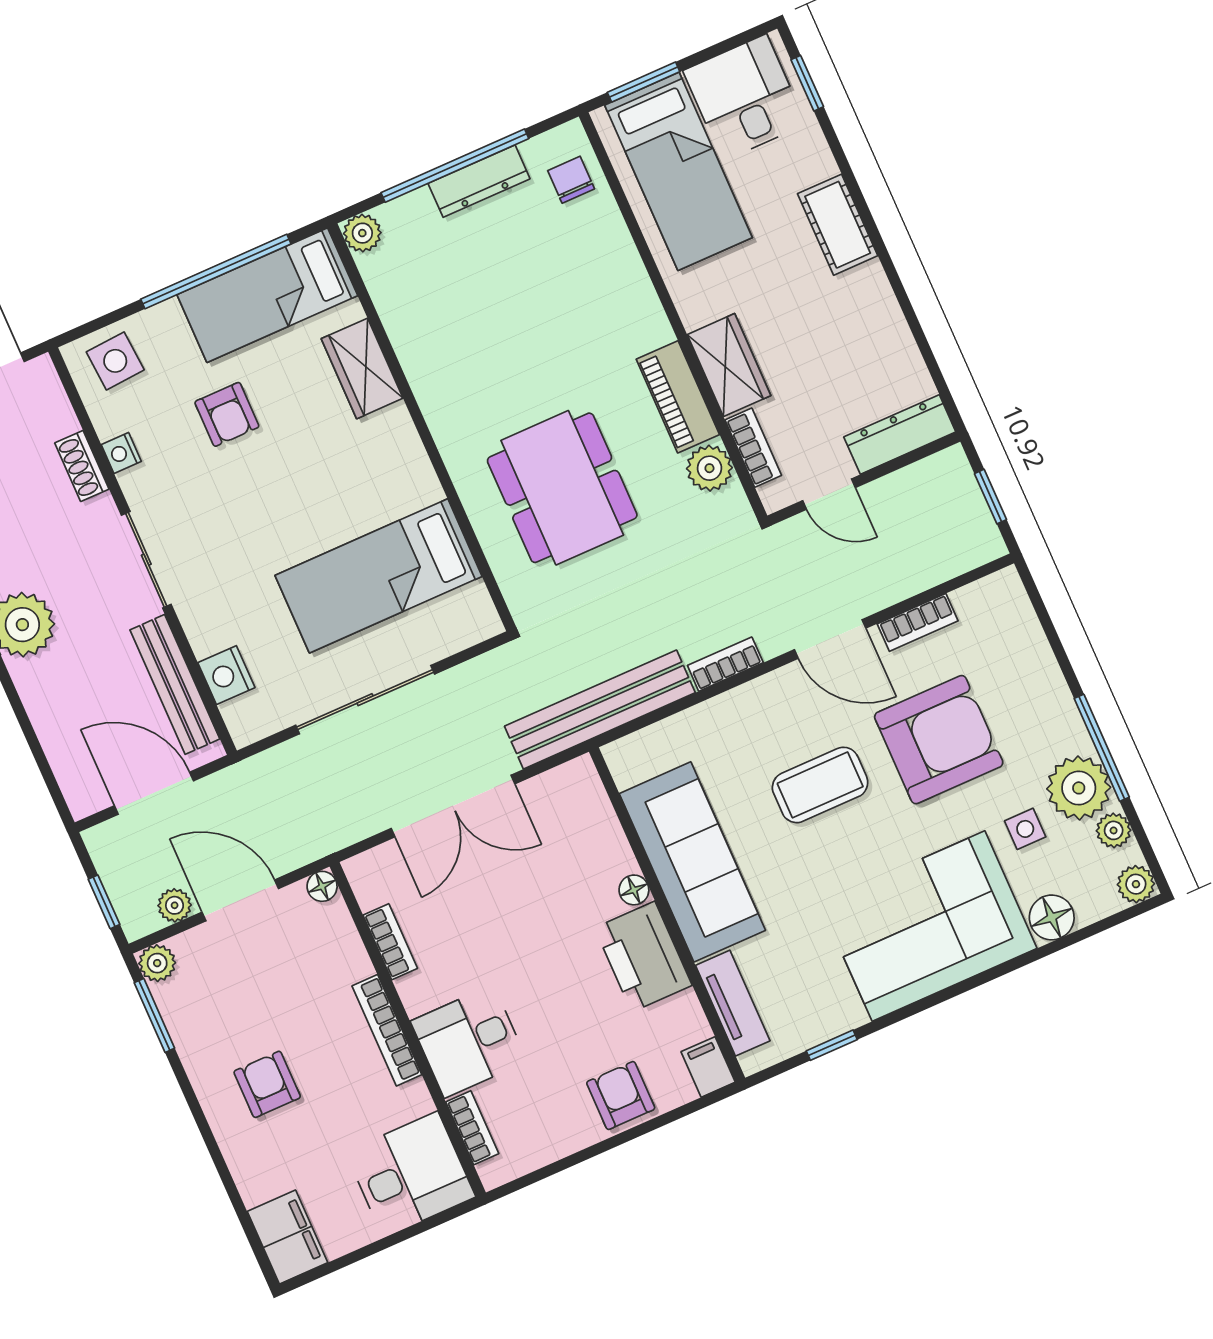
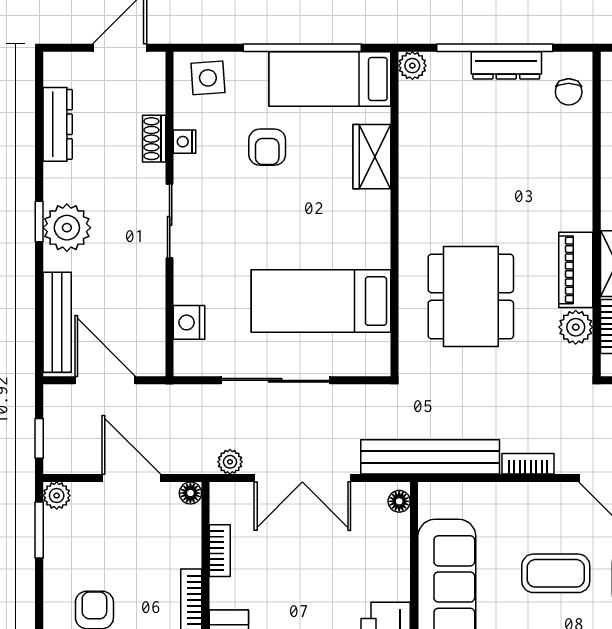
chair: (571, 180) -> (569, 92), turned 180
bench: (175, 684) -> (57, 322), moved
floor lamp: (634, 890) -> (399, 501), moved
plant: (175, 905) -> (230, 462), moved

